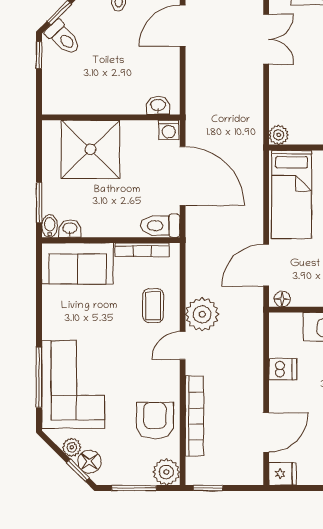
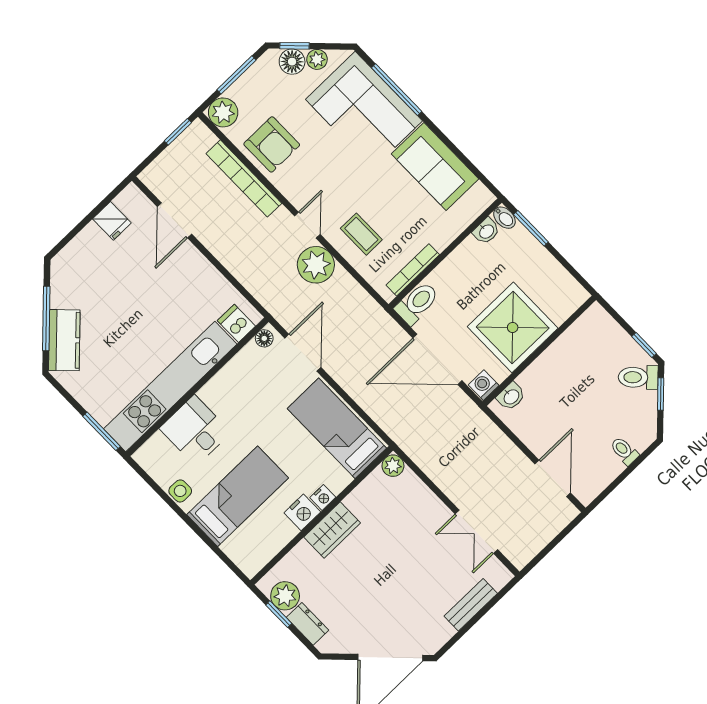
shower: (90, 149) -> (513, 327), moved
sofa: (78, 264) -> (435, 166), moved, turned -90
dishwasher: (283, 369) -> (236, 323), moved, turned 90
fridge: (282, 474) -> (112, 221), moved, turned -90

